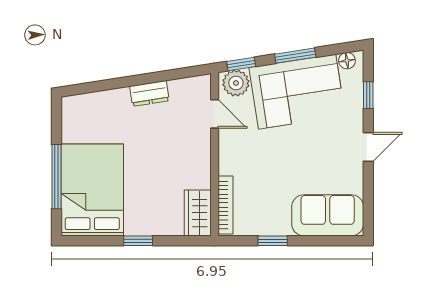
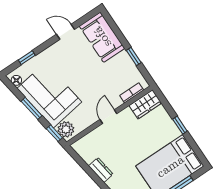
door: (215, 114) -> (108, 117), moved
door: (368, 147) -> (65, 32), moved
bookcase: (226, 205) -> (132, 93), width x0.64

